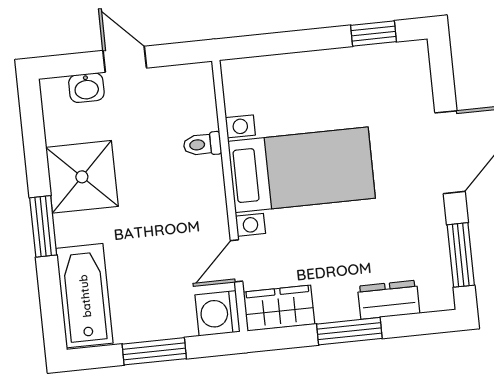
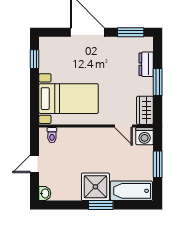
washbasin: (86, 88) -> (45, 193), moved
toilet: (202, 144) -> (52, 135), moved
bed with nightstands: (302, 170) -> (69, 99), moved, turned 90
shower: (82, 177) -> (95, 187), moved

